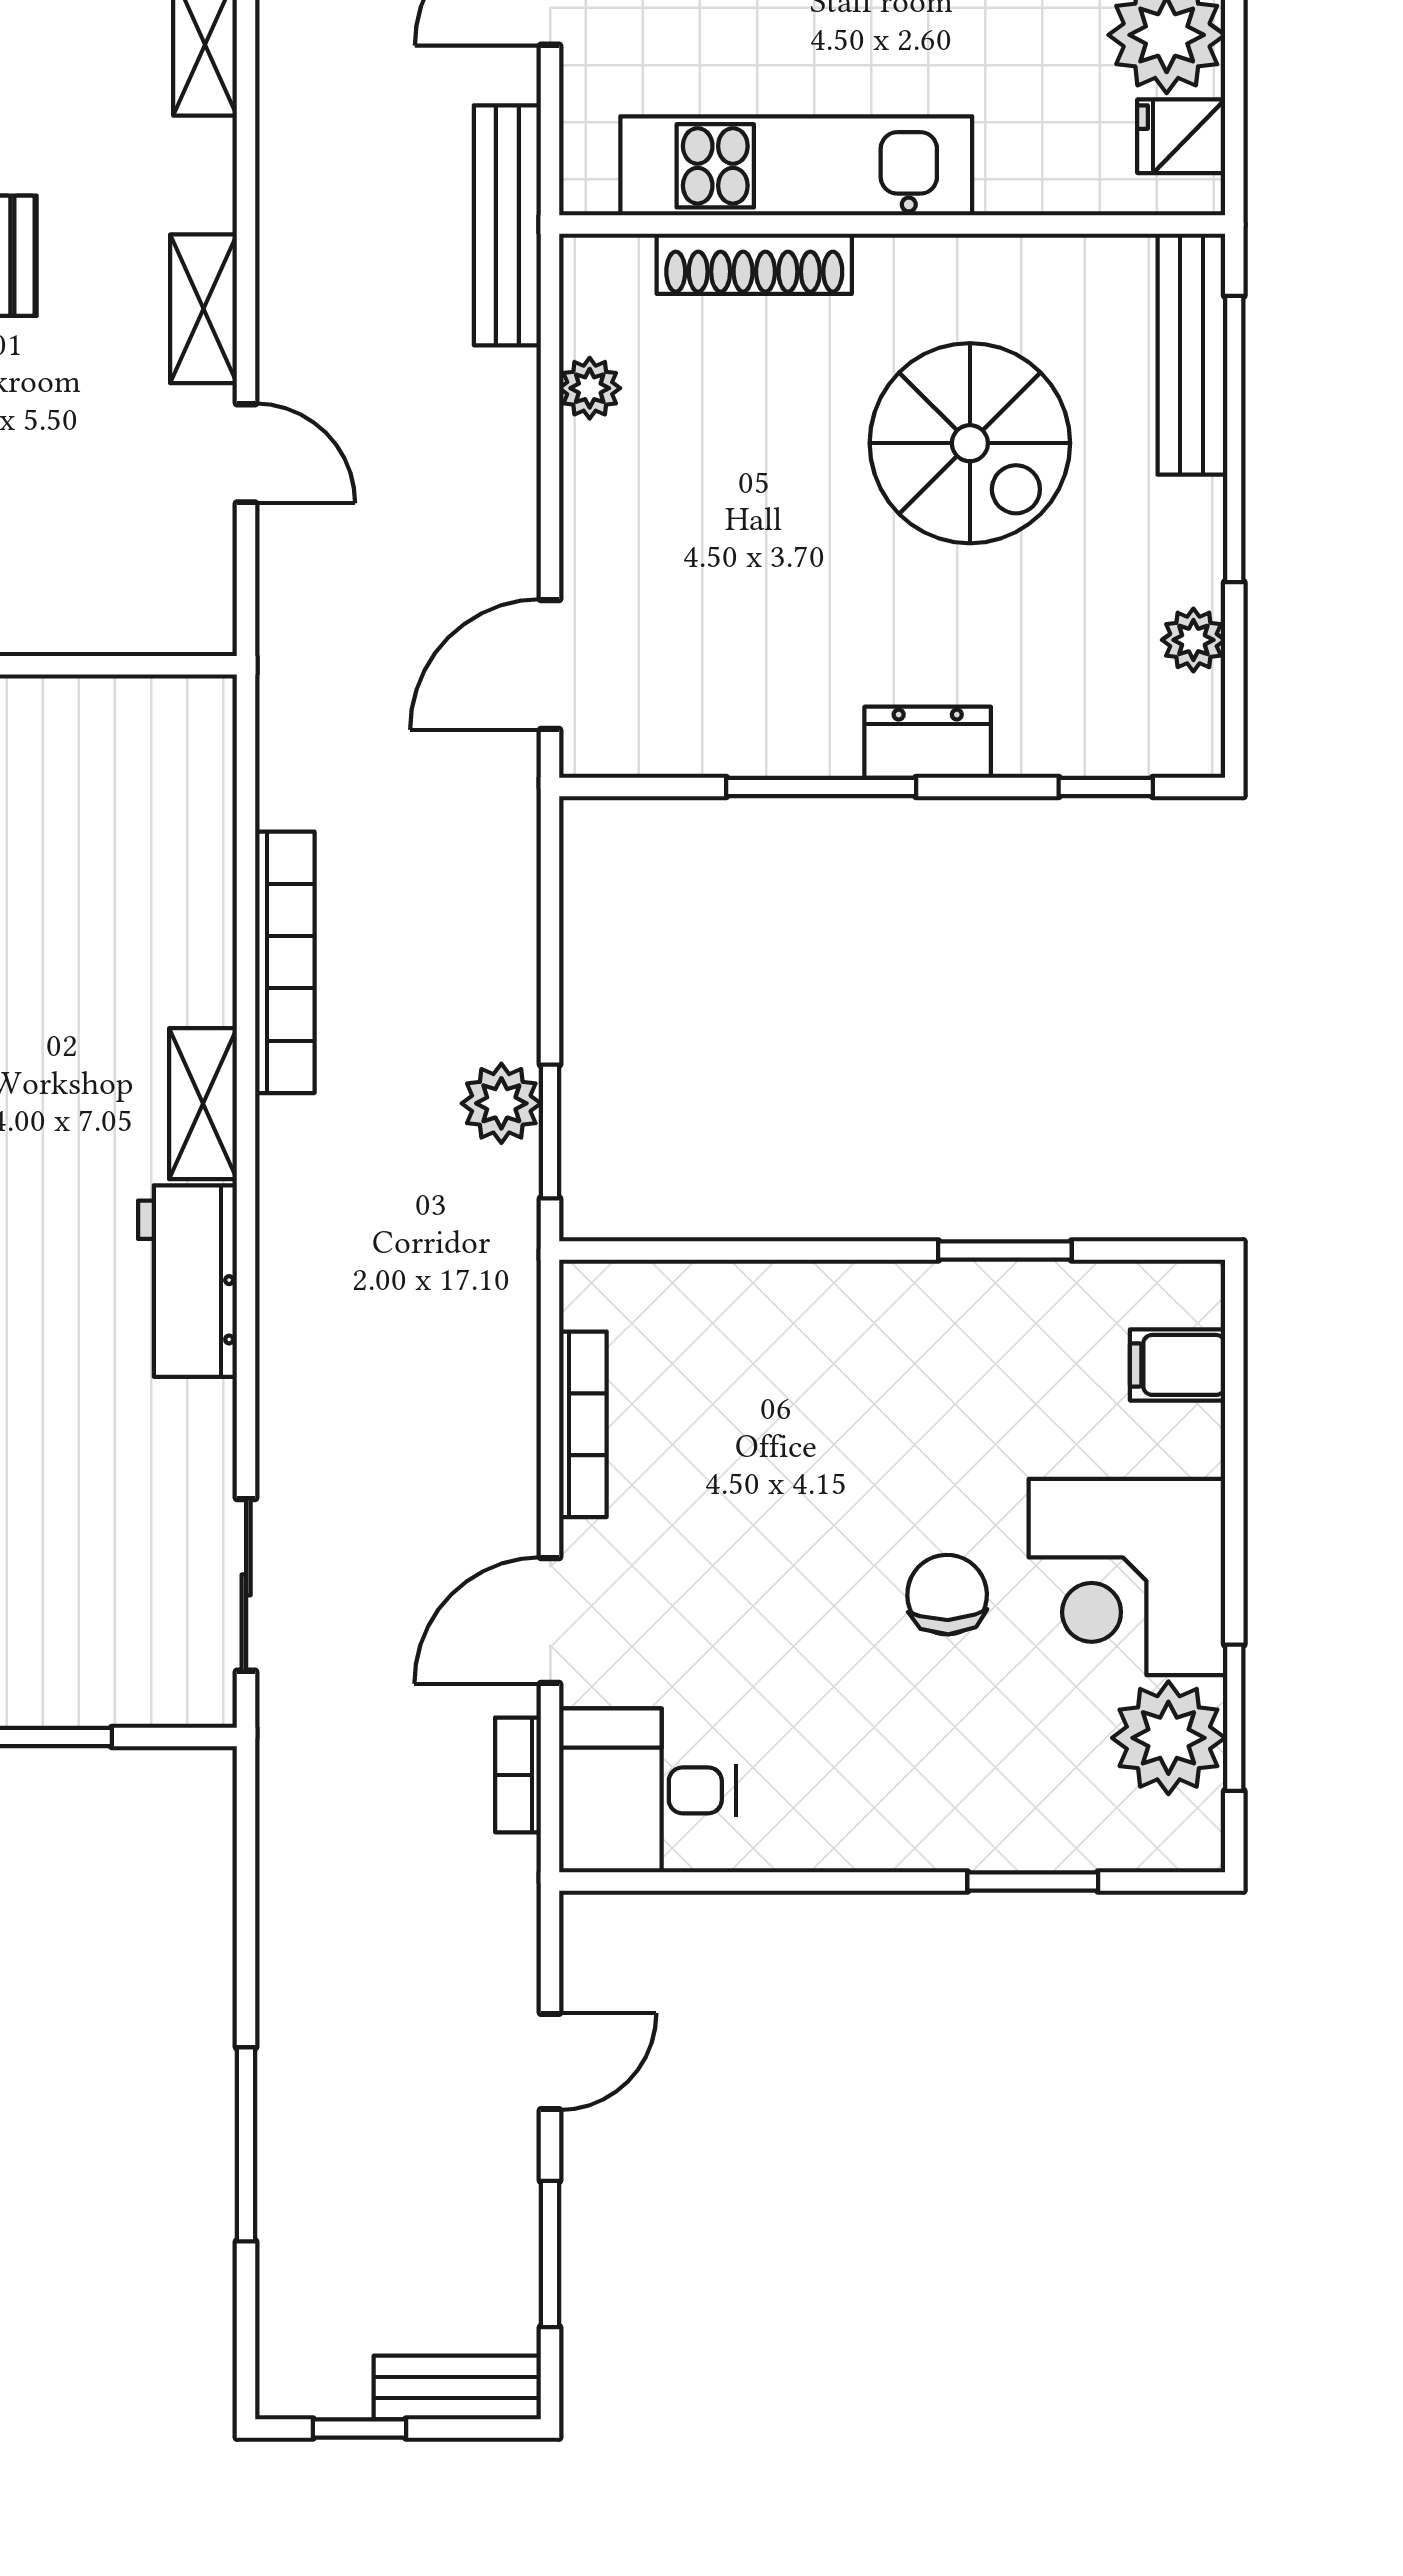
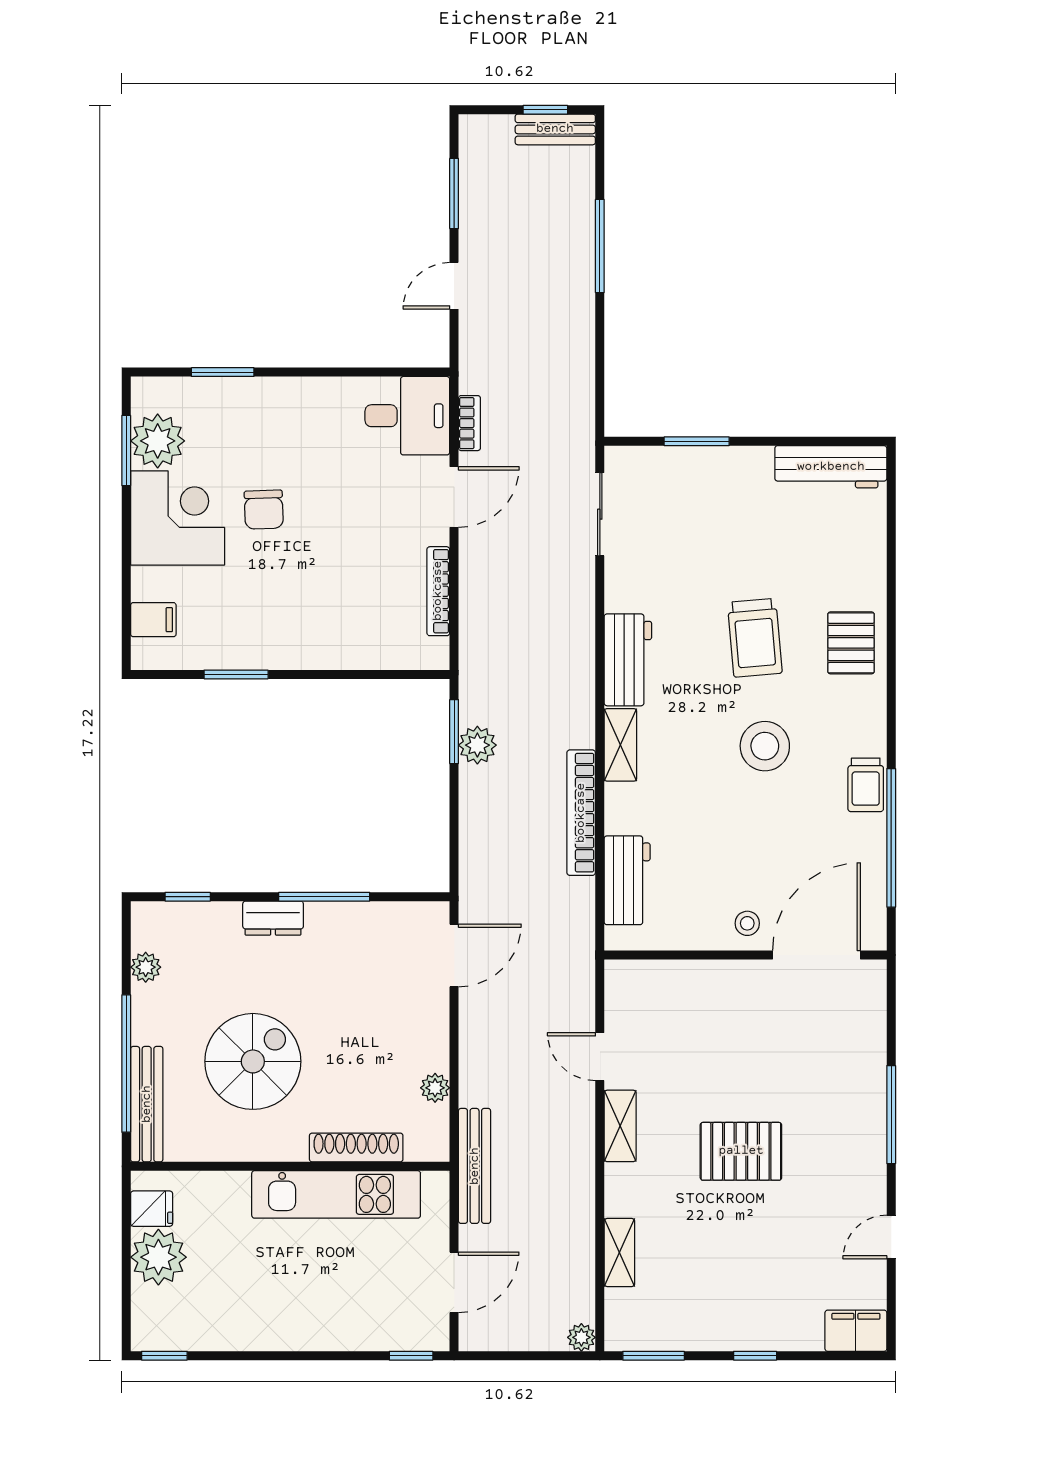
spiral stairs: (970, 443) -> (253, 1061), turned 90
workbench: (189, 821) -> (627, 880), added
bench: (457, 2388) -> (555, 129), moved

